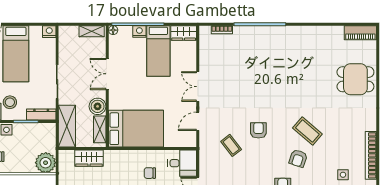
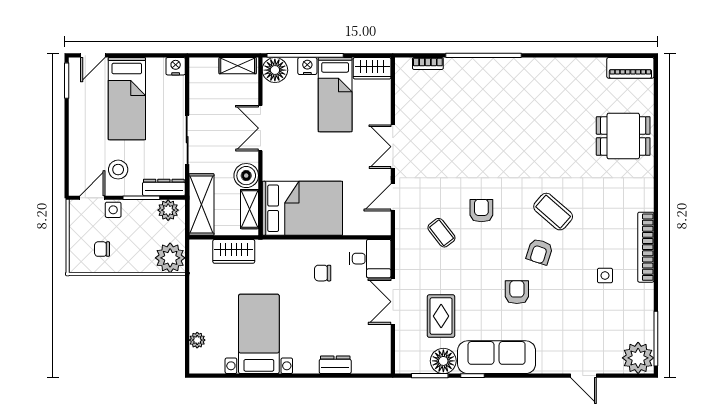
floor lamp: (113, 30) -> (275, 70), width x1.89, depth x1.89
plant: (44, 130) -> (168, 210), added

